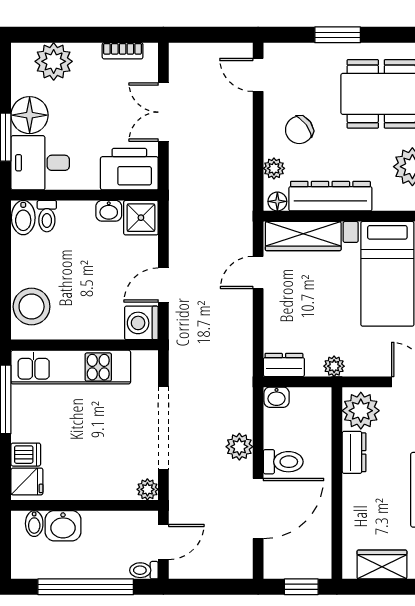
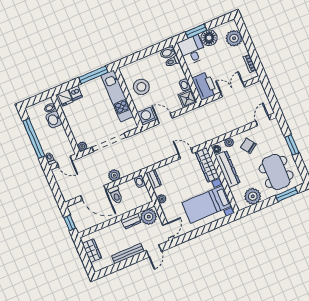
stool: (32, 307) -> (141, 87), moved

